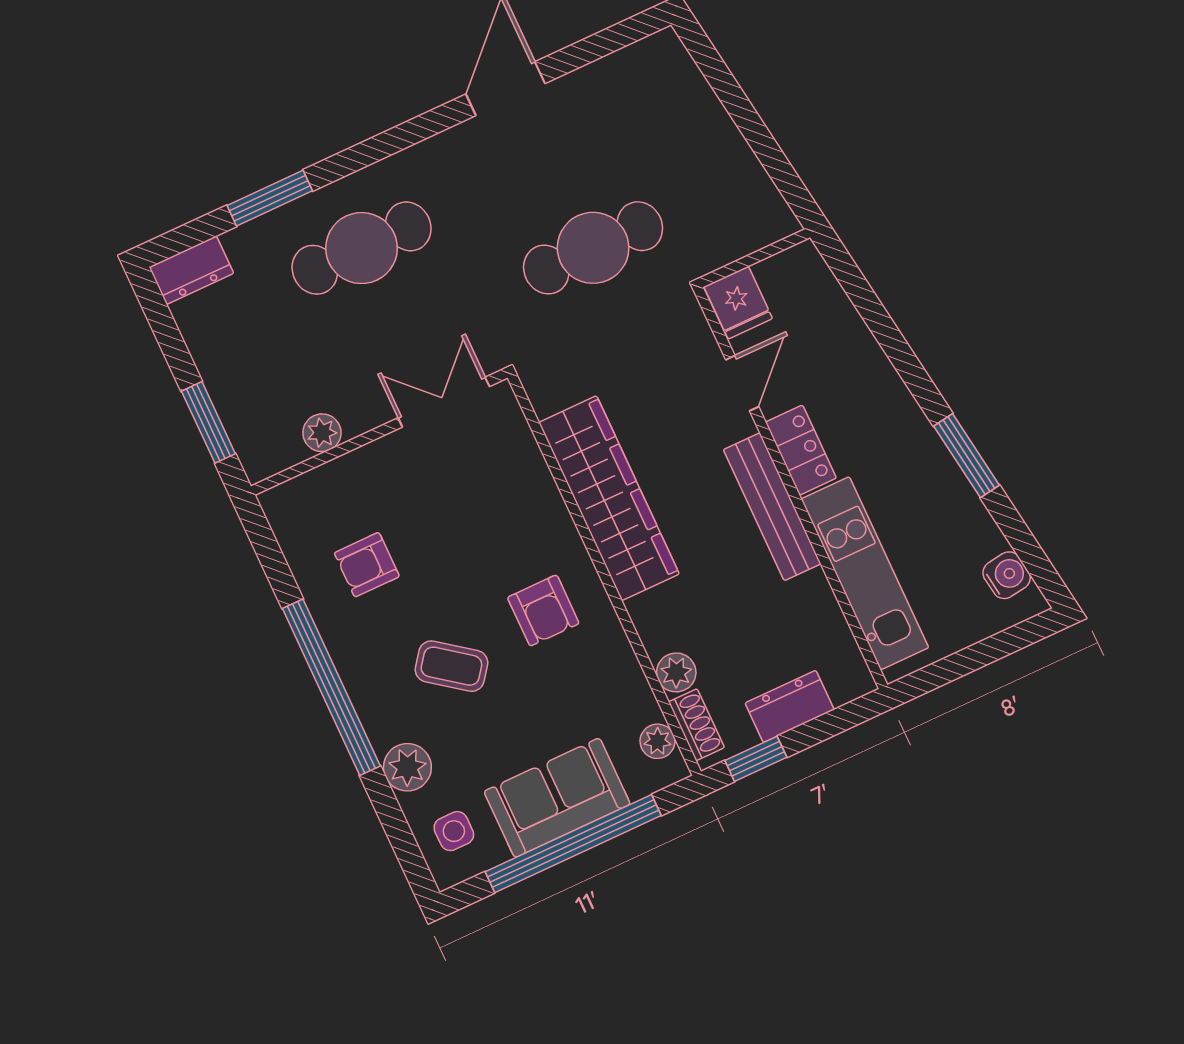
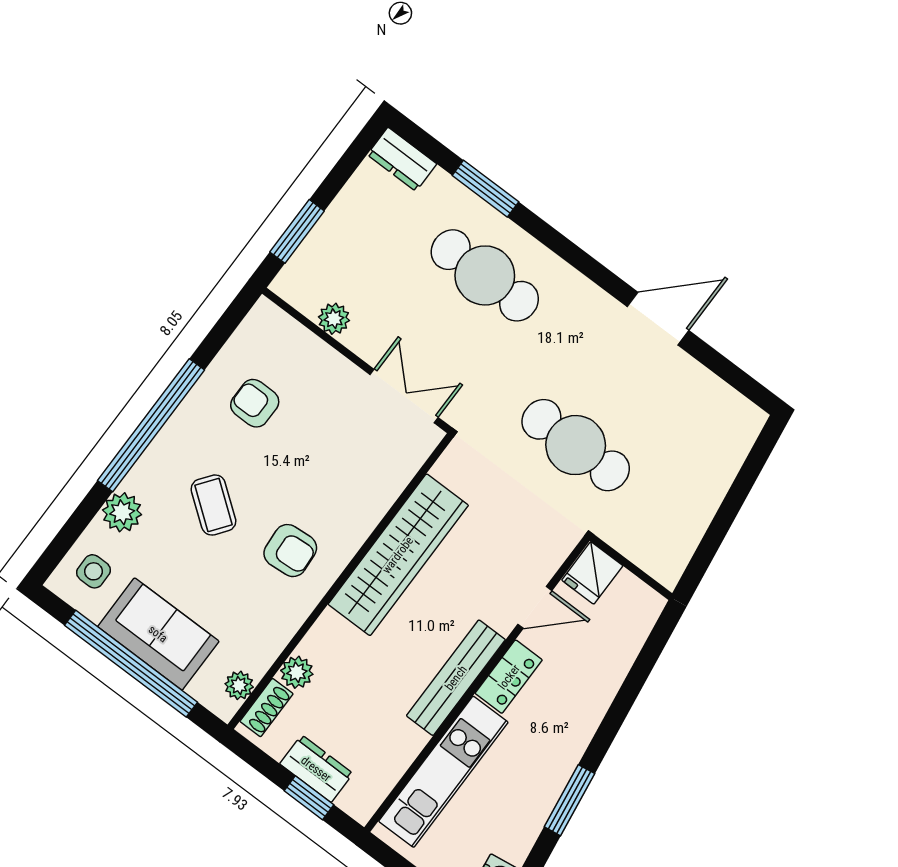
armchair: (543, 610) -> (290, 551), turned -94
window: (756, 759) -> (309, 798), moved

